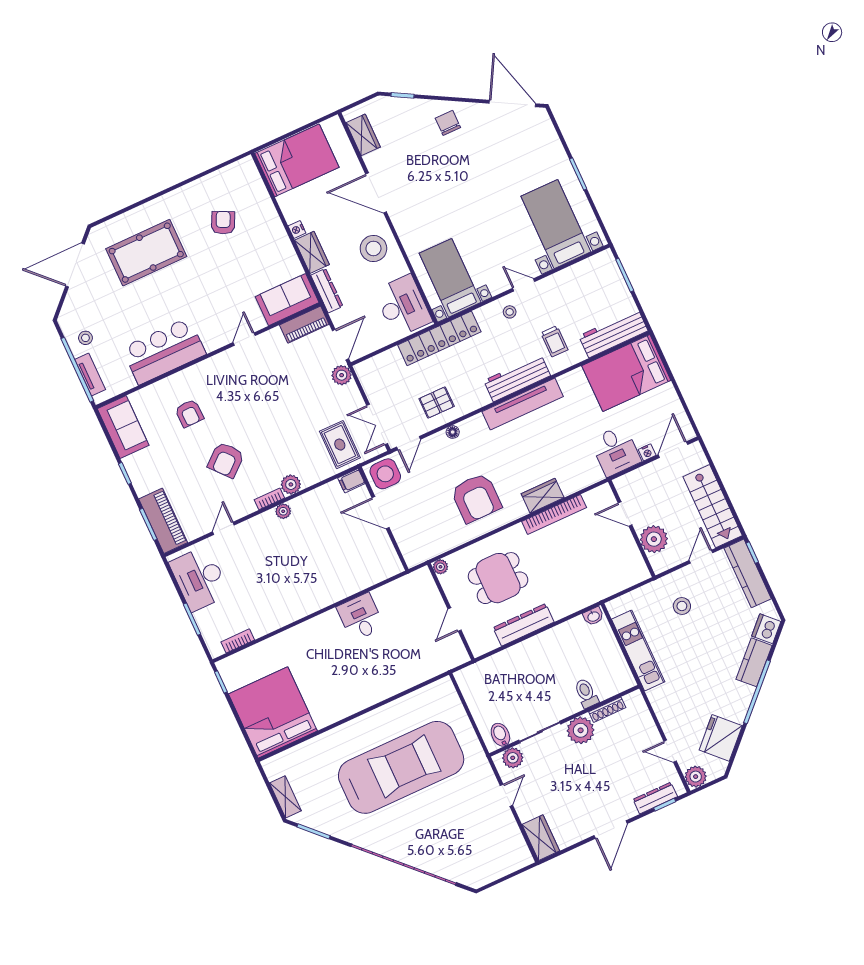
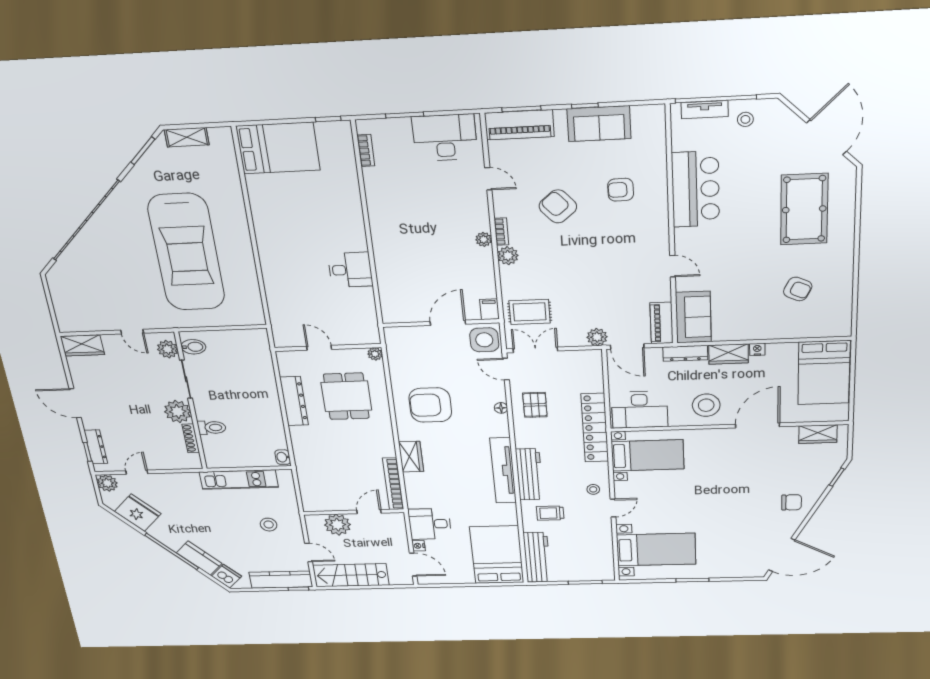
sofa: (123, 427) -> (599, 124), moved
bookcase: (554, 515) -> (393, 484), moved
bed: (273, 712) -> (278, 148), width x0.73

